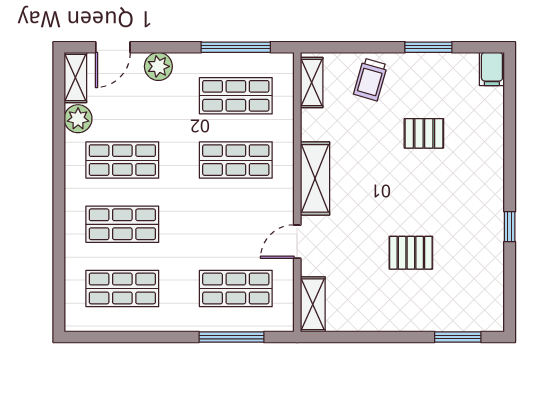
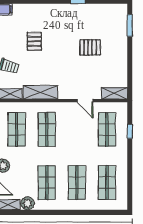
shelving: (315, 178) -> (40, 92), moved
pallet: (411, 253) -> (90, 47), turned 90
window: (232, 337) -> (130, 131), width x0.46

